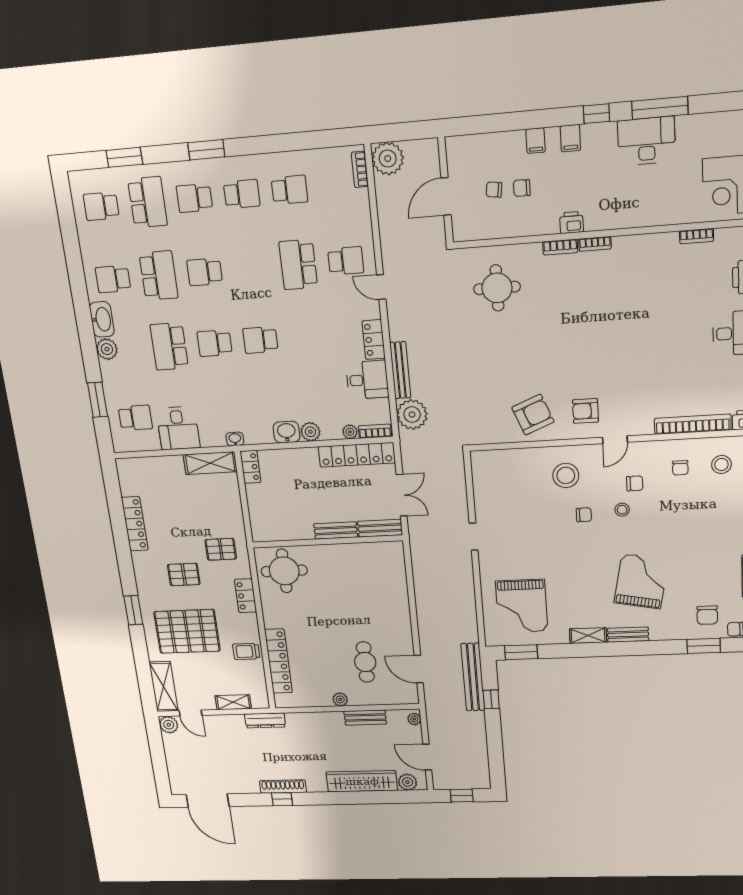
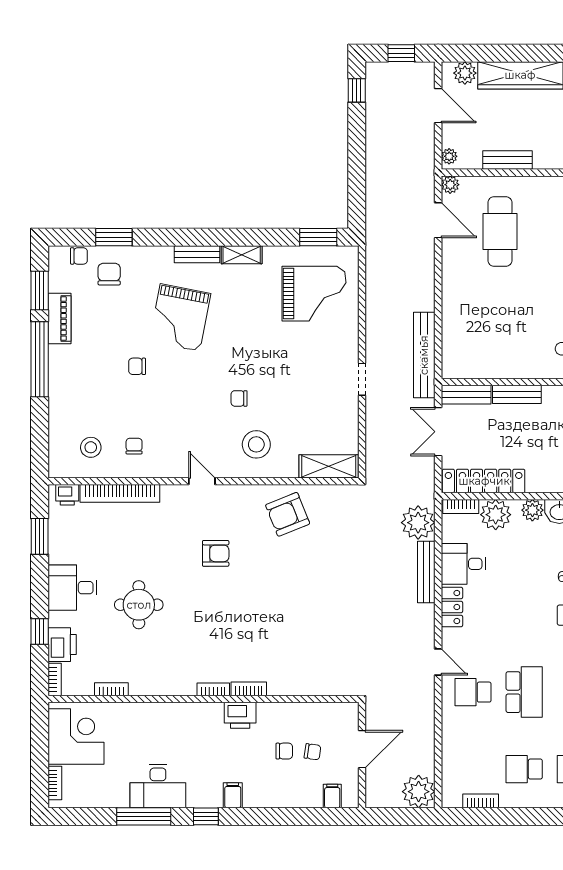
filing cabinet: (536, 141) -> (332, 796), moved
bookcase: (360, 169) -> (481, 801), moved, turned -90
printer: (572, 222) -> (240, 715), width x1.36, depth x1.24
round table: (497, 288) -> (139, 605), moved
armchair: (585, 411) -> (216, 553), moved
plant: (350, 432) -> (496, 515), width x1.88, depth x1.88
door: (615, 440) -> (202, 481), hinge flipped
shelving: (498, 460) -> (329, 466), added
chair: (635, 483) -> (137, 366), moved
stool: (622, 510) -> (198, 402), removed
grand piano: (522, 606) -> (314, 294), turned 90
cafe table: (365, 662) -> (500, 232), width x1.37, depth x1.35
bench: (473, 677) -> (424, 355), moved
plant: (340, 699) -> (450, 185), moved
window: (491, 699) -> (357, 90), moved

